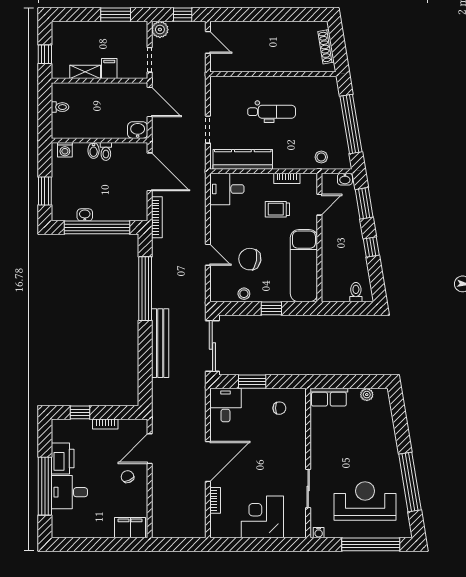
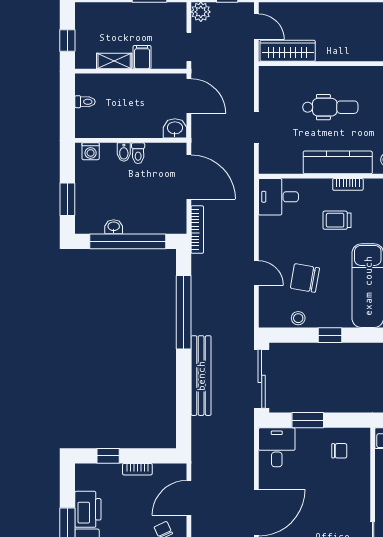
wardrobe: (235, 63) -> (288, 51), added
kitchen counter: (243, 159) -> (338, 162), moved

